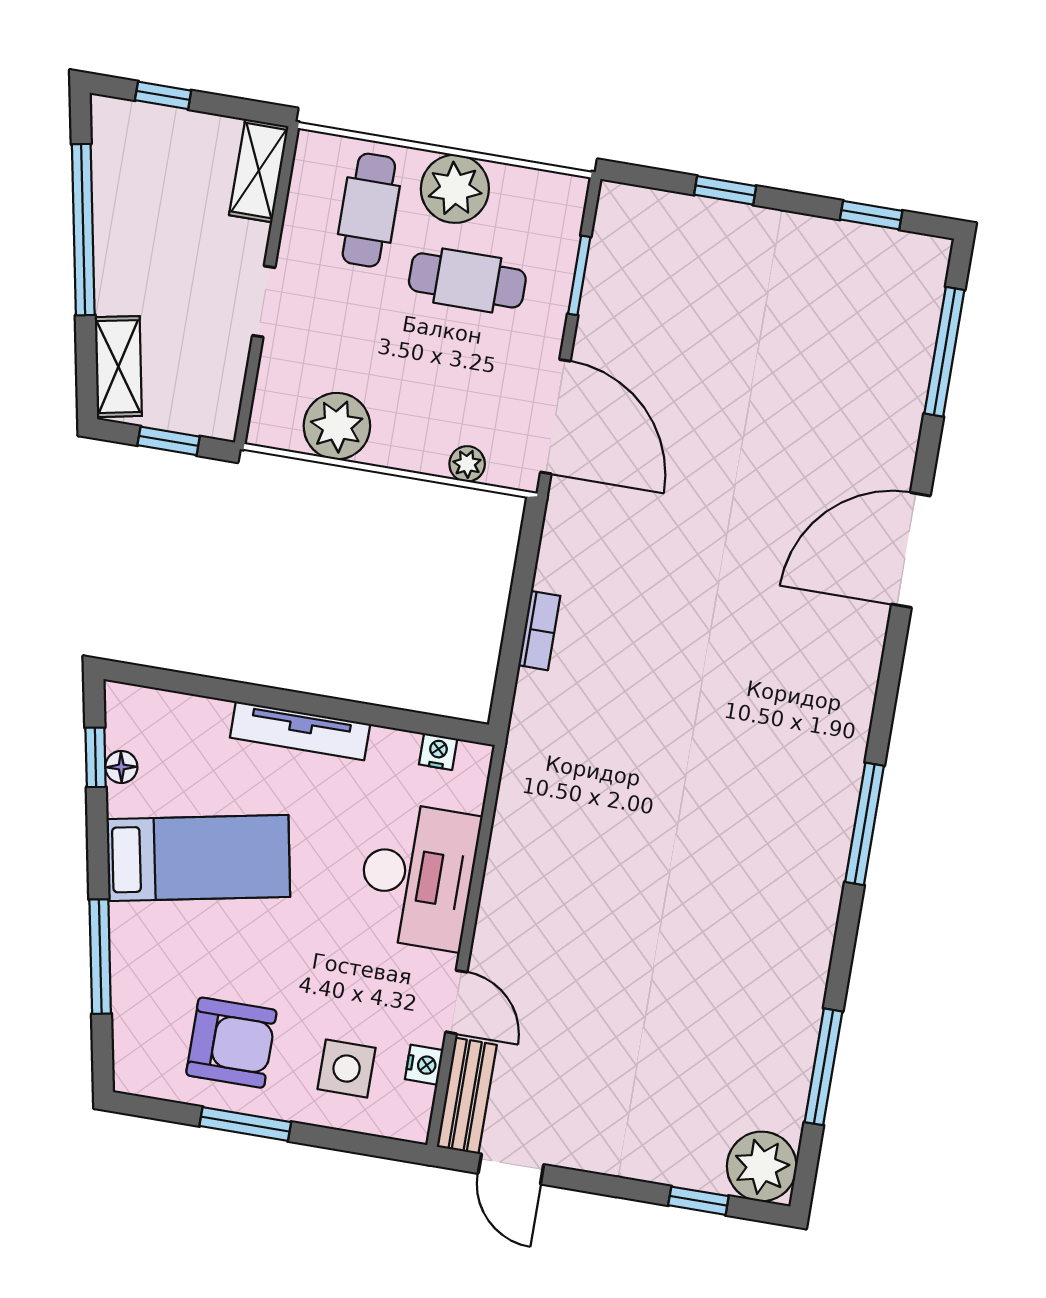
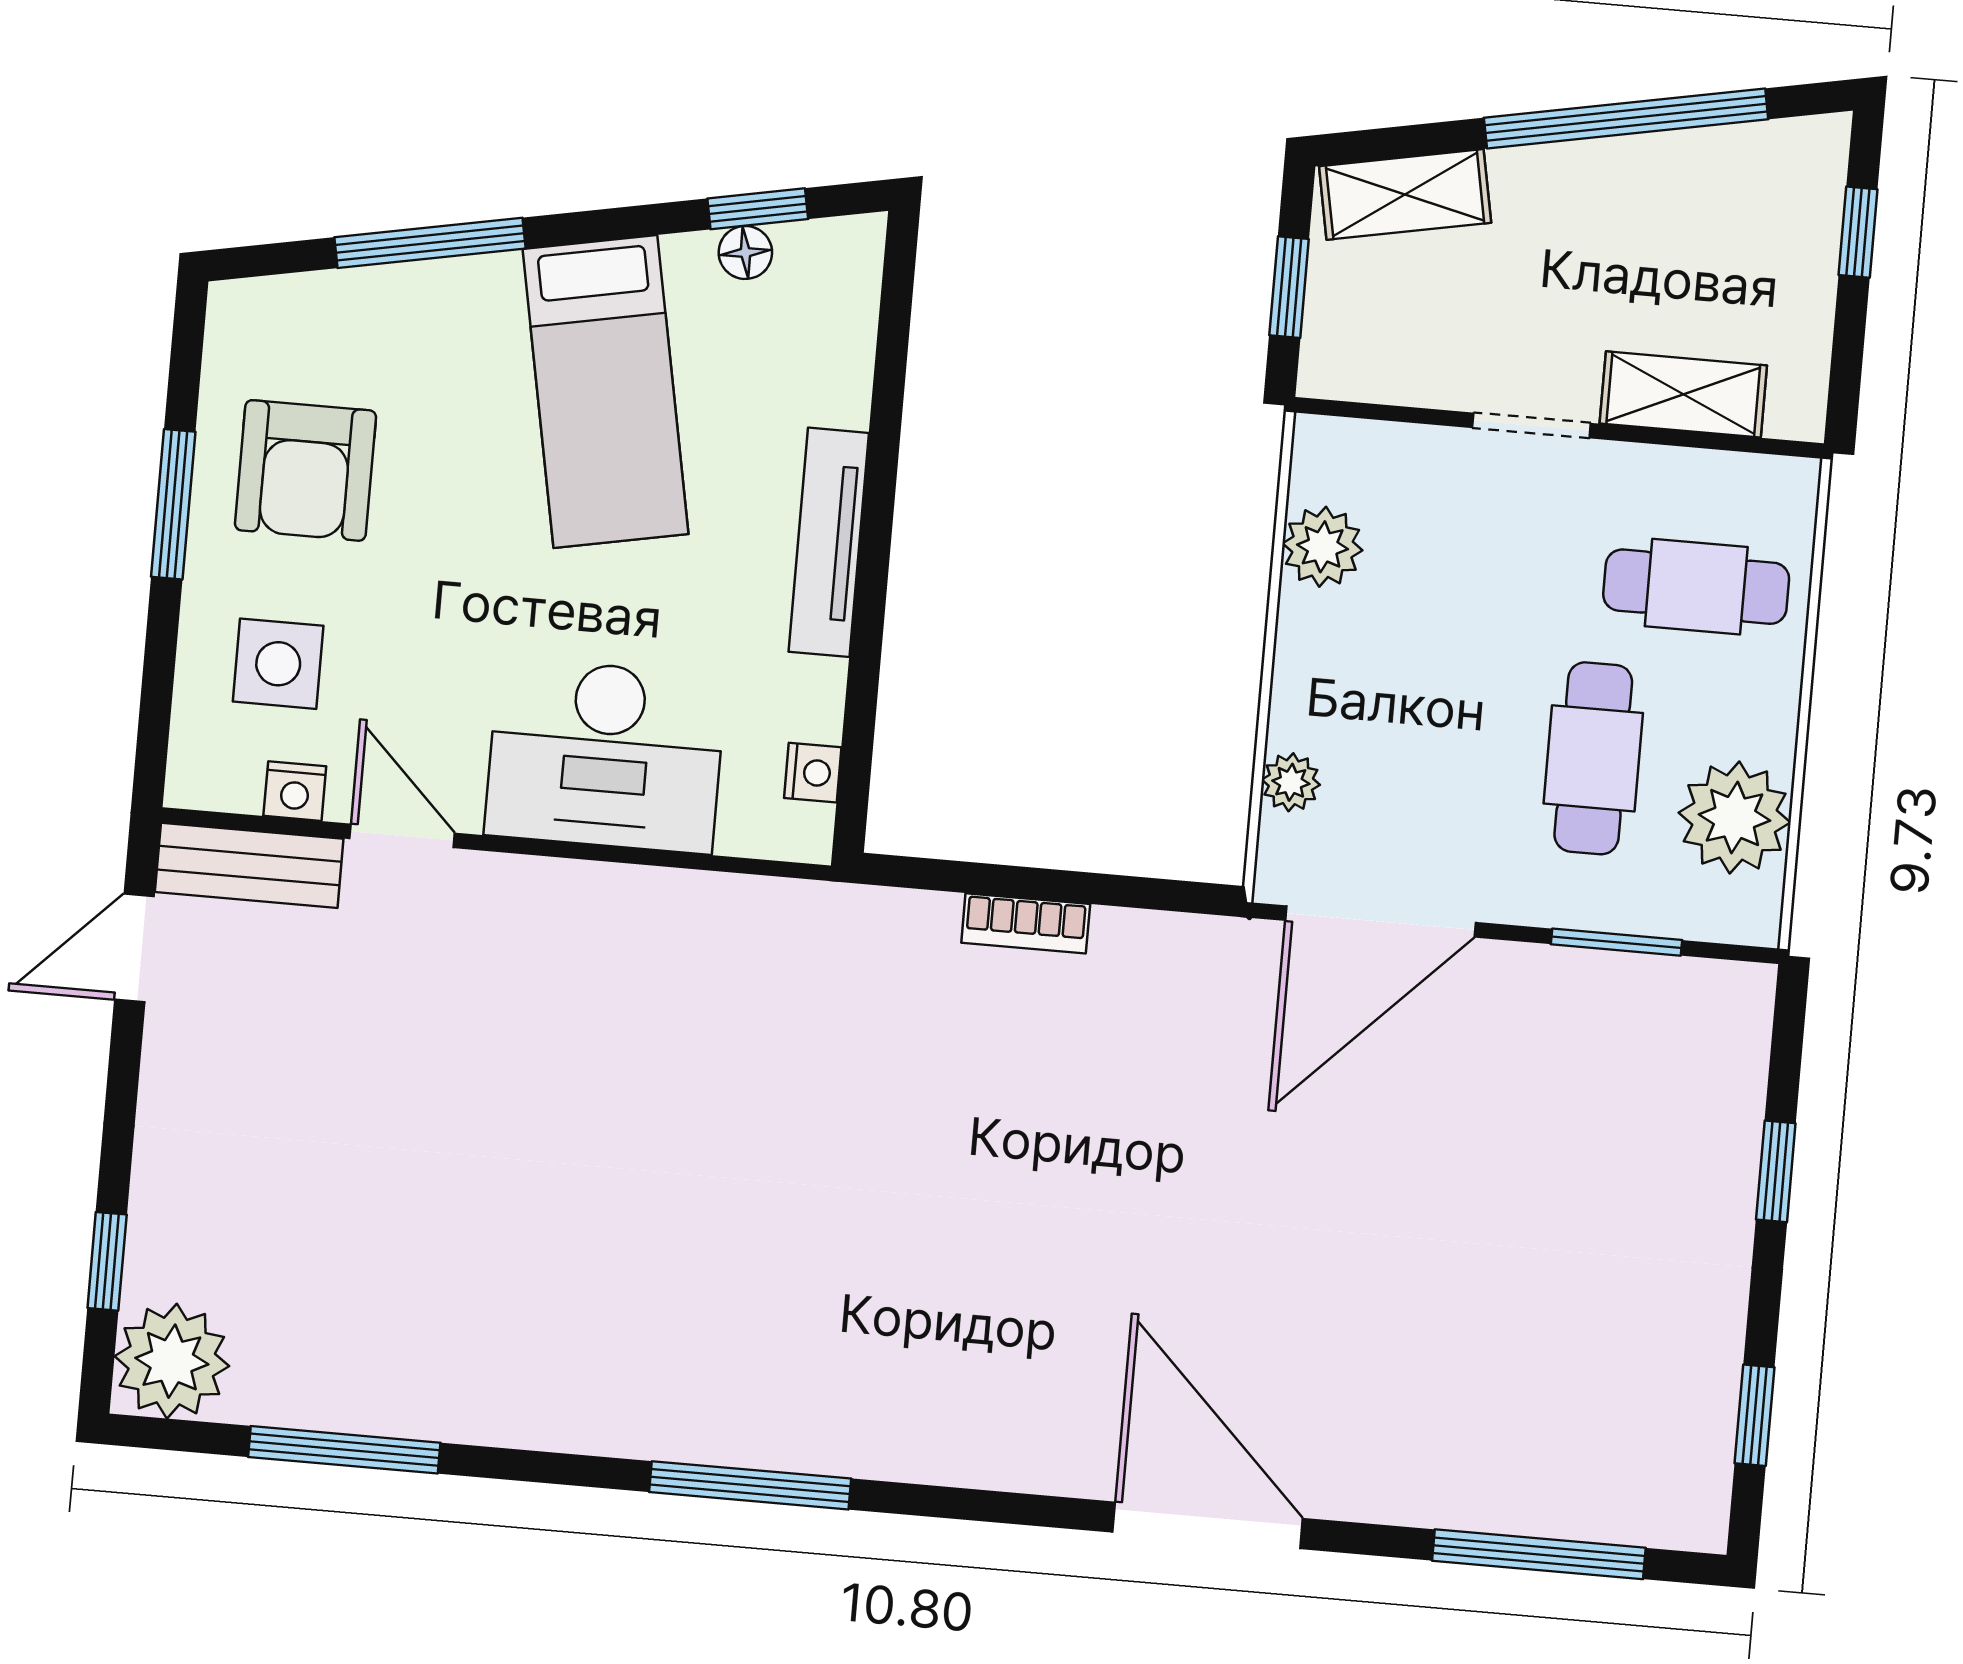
shelving: (259, 171) -> (1683, 394), moved
plant: (455, 189) -> (1735, 817), moved
plant: (337, 426) -> (1323, 547), width x0.73, depth x0.73
door: (456, 1002) -> (402, 836), swing flipped

